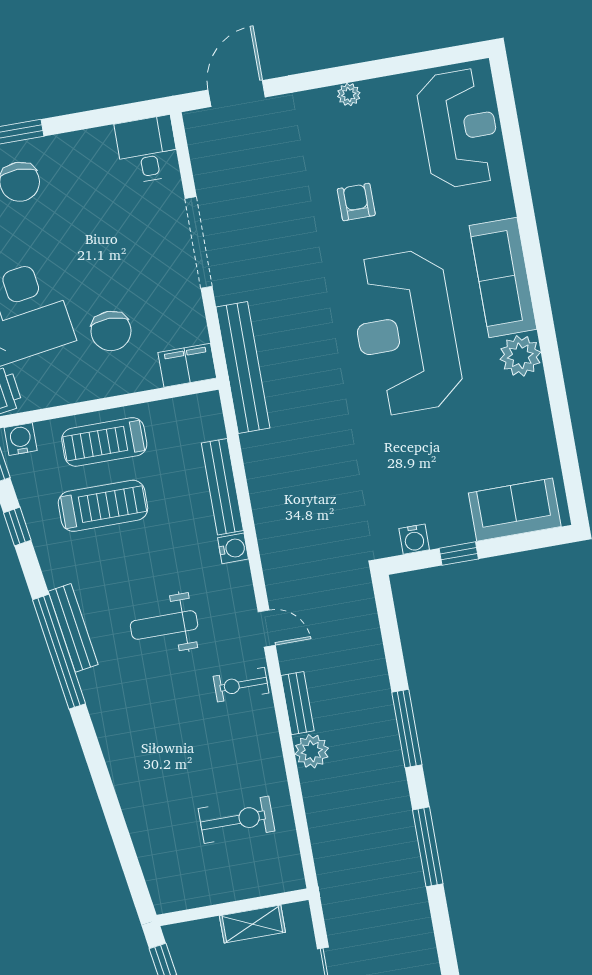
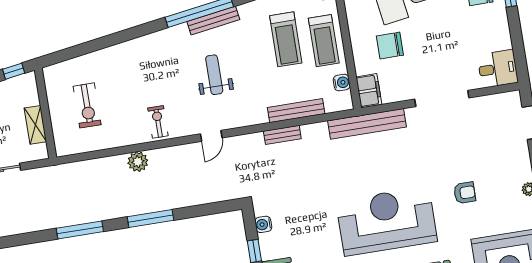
treadmill: (104, 442) -> (324, 41), turned 180
water cooler: (233, 548) -> (342, 83), moved, turned -90
exercise bike: (241, 685) -> (158, 122), moved
bench: (298, 703) -> (282, 135), moved
exercise bike: (236, 820) -> (87, 105), moved

